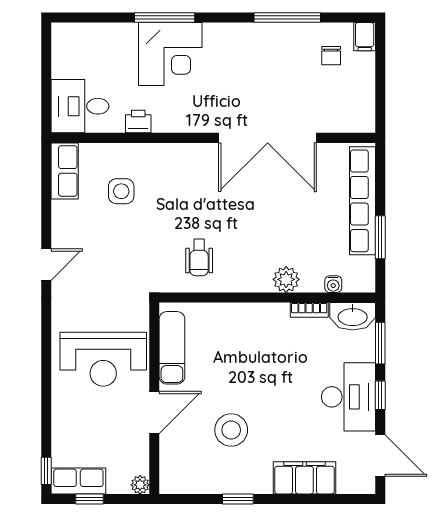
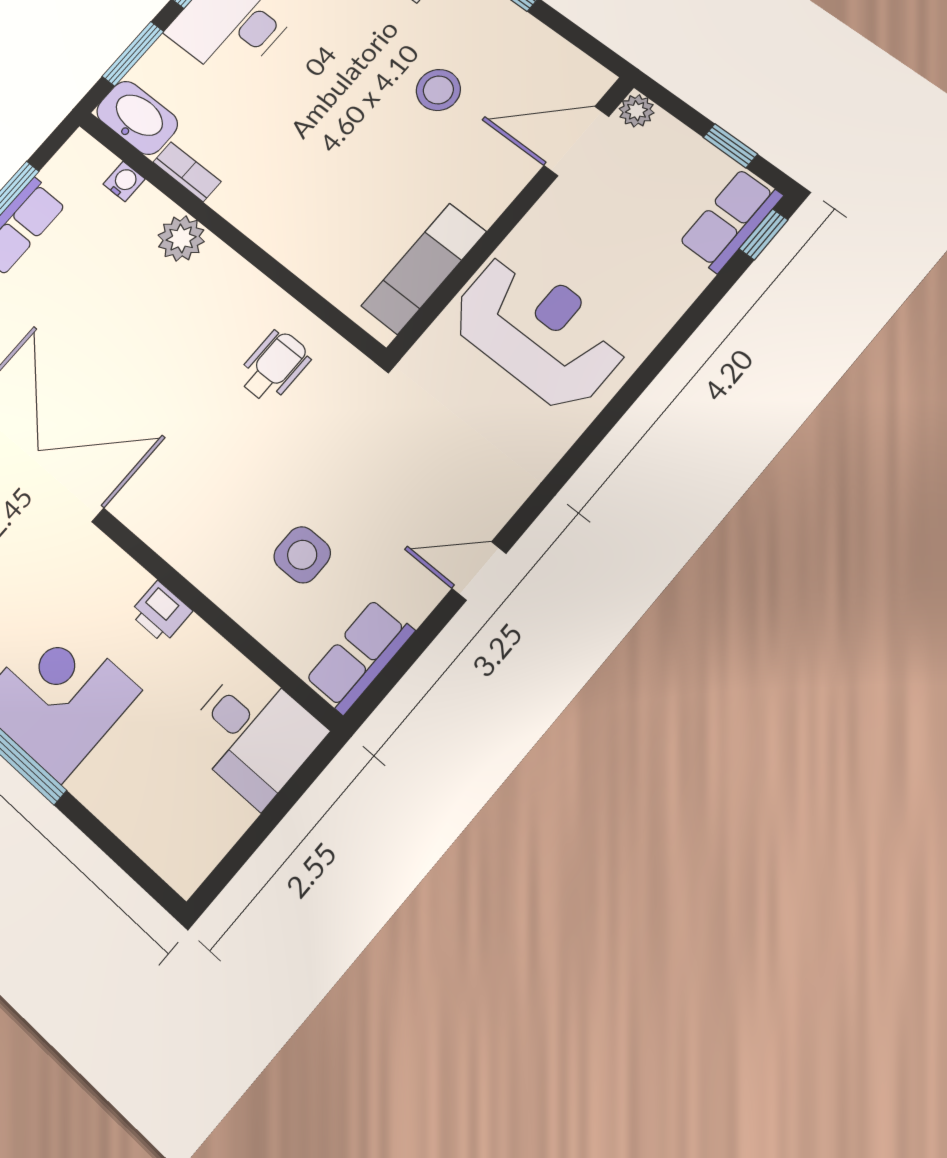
printer: (138, 121) -> (161, 612), moved
door: (46, 265) -> (479, 571), moved
door: (154, 413) -> (576, 141), moved
stool: (231, 430) -> (438, 90), width x0.73, depth x0.73
row of seats: (78, 481) -> (730, 220), moved, turned 90

